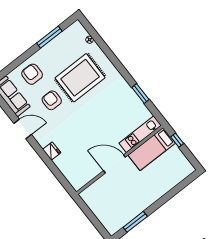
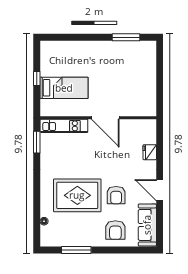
kitchen unit: (140, 134) -> (64, 126), moved
wall: (120, 160) -> (98, 118), moved
door: (114, 164) -> (105, 118), moved

